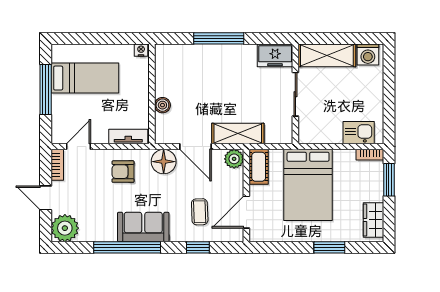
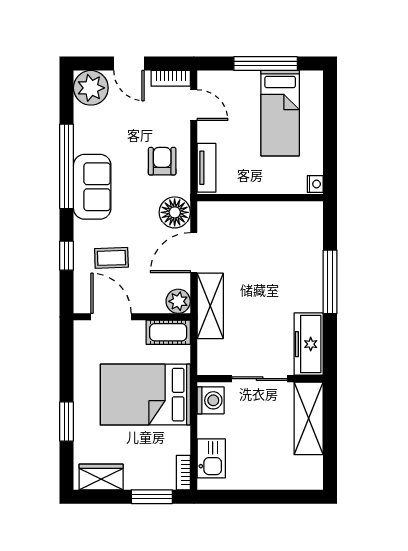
freezer: (275, 55) -> (309, 344), width x1.40
washing machine: (368, 55) -> (211, 400), moved, turned 180
boiler: (162, 105) -> (246, 211), removed
door: (46, 198) -> (129, 64), swing flipped

